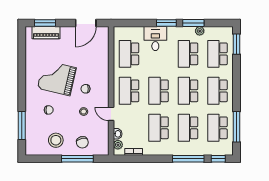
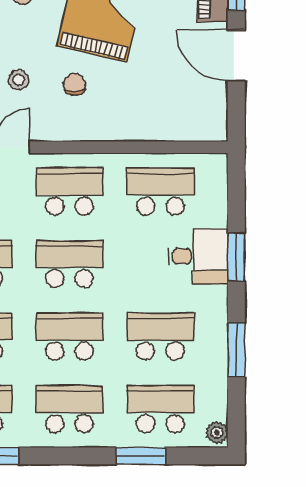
door: (86, 23) -> (236, 56), moved
window: (166, 23) -> (236, 257), moved
plant: (200, 31) -> (217, 433), moved
window: (237, 44) -> (141, 456), moved

